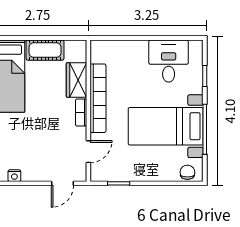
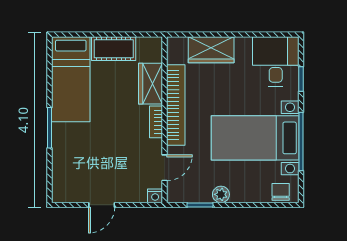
wardrobe: (128, 51) -> (211, 50), added
desk: (169, 61) -> (276, 61), moved
plant: (136, 174) -> (221, 194), added
nightstand: (14, 176) -> (155, 196), moved
door: (62, 183) -> (102, 205), moved

